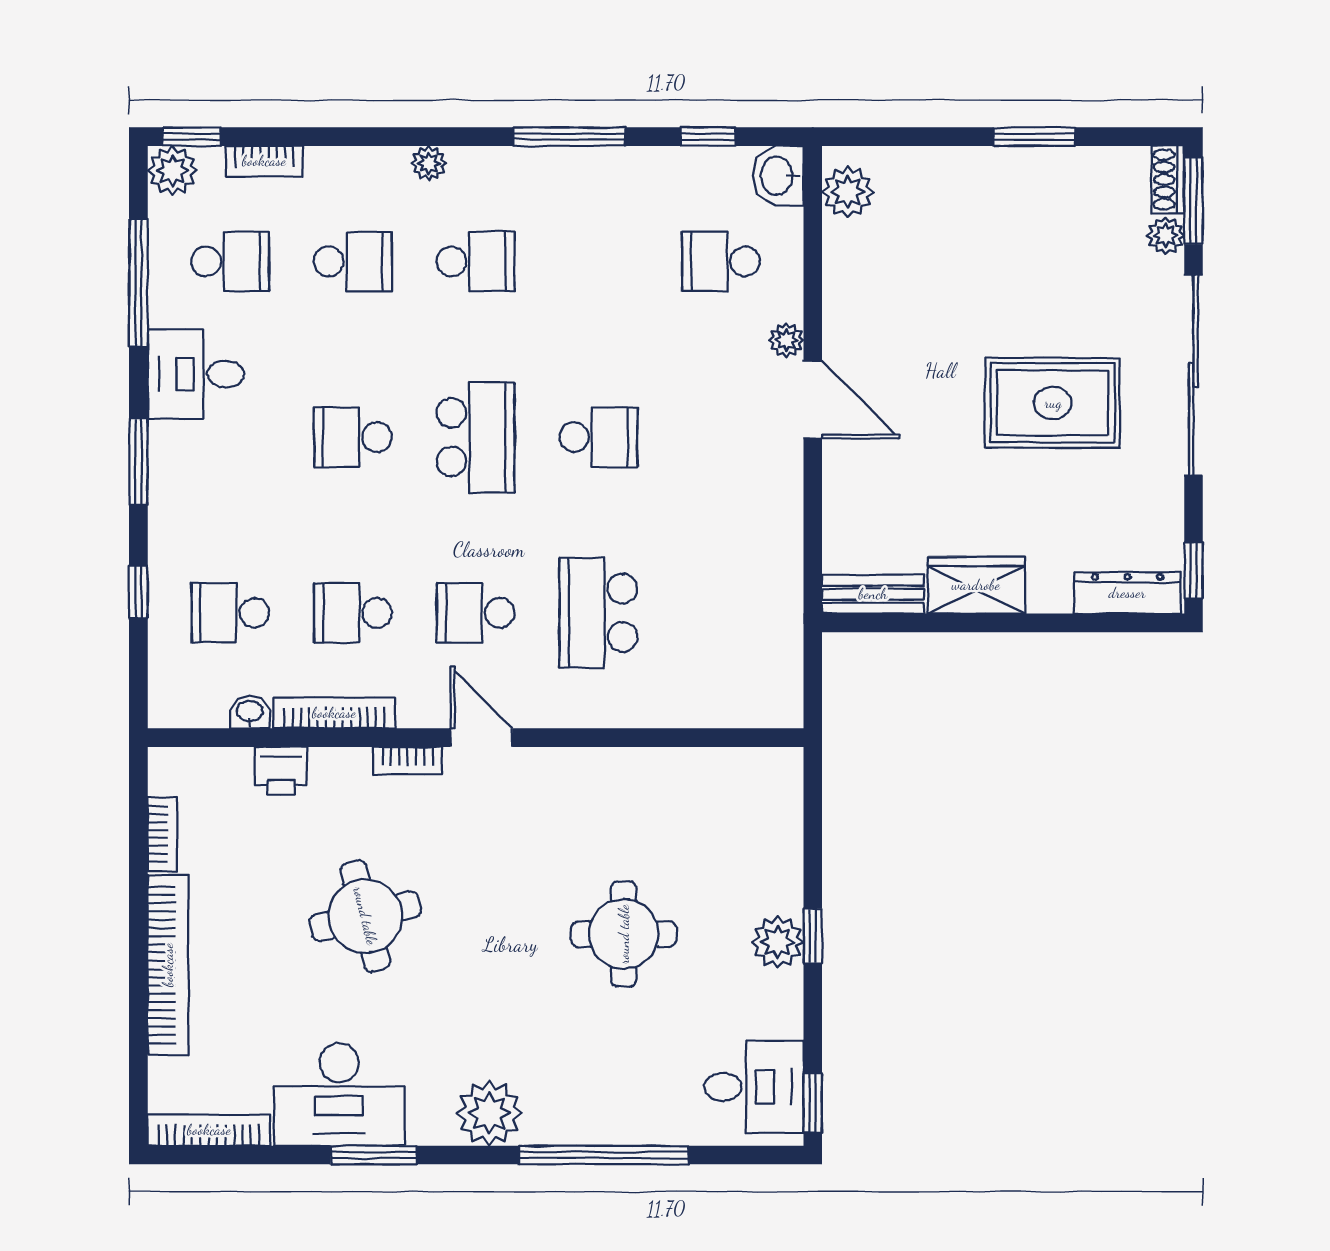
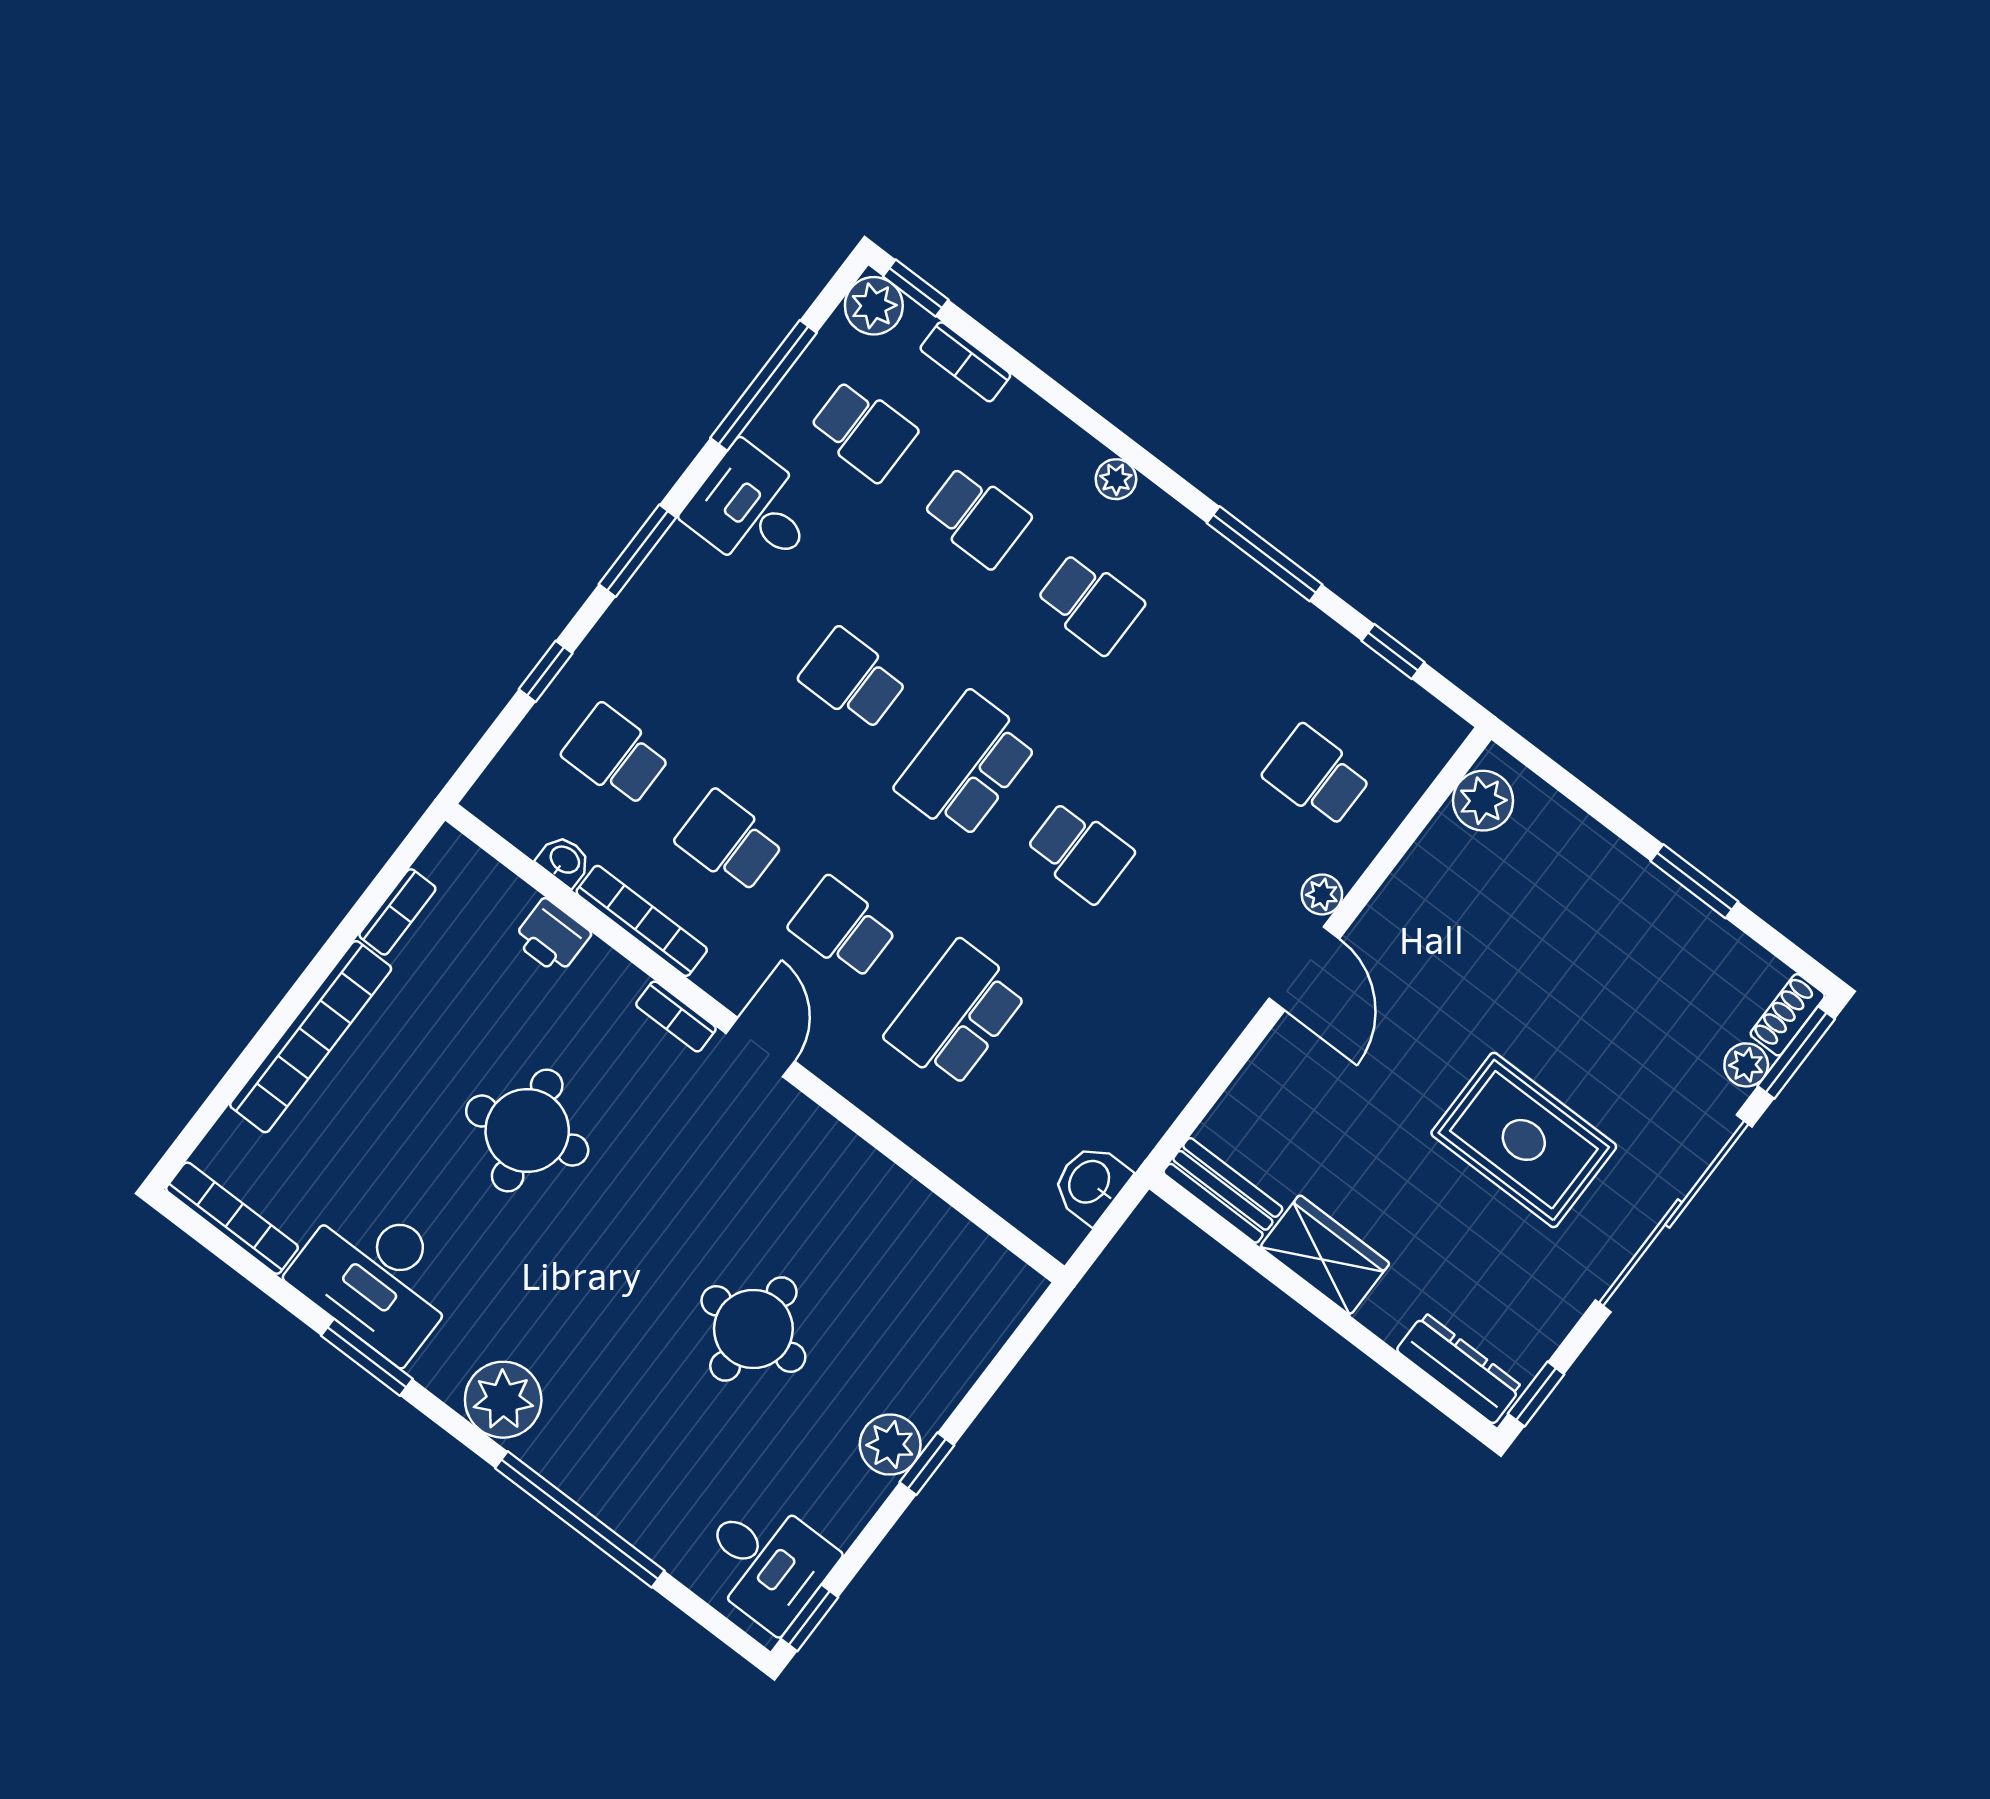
washbasin: (778, 176) -> (1091, 1183), moved
school desk: (476, 437) -> (966, 765), turned 180

